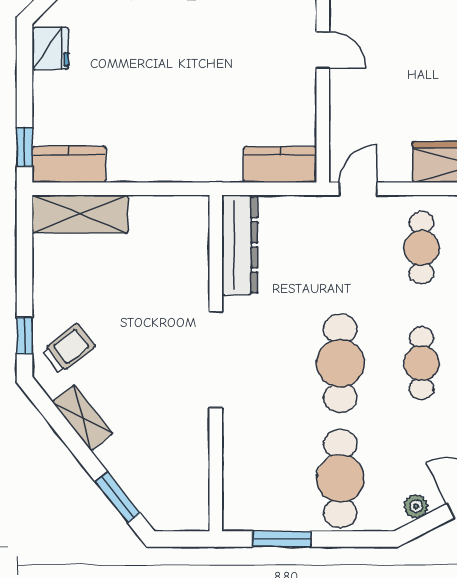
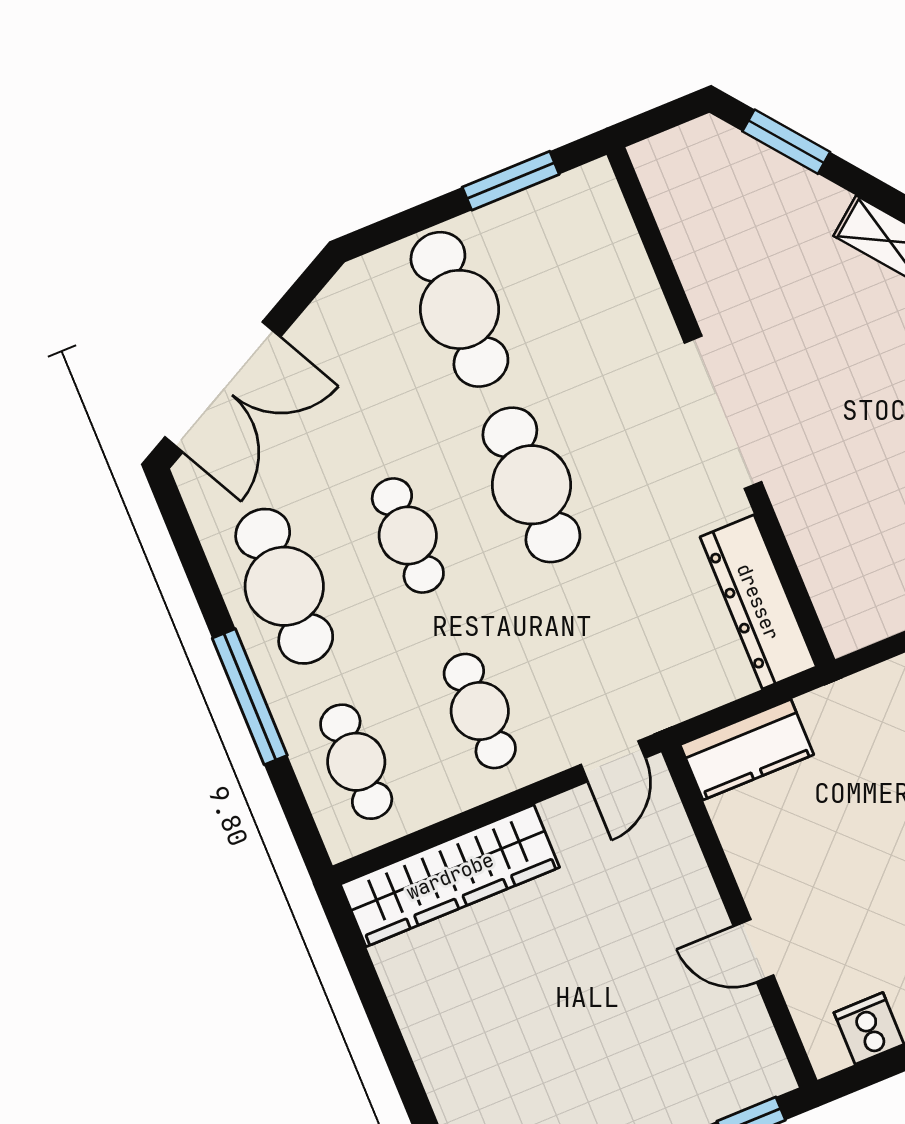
plant: (416, 506) -> (327, 314), removed

